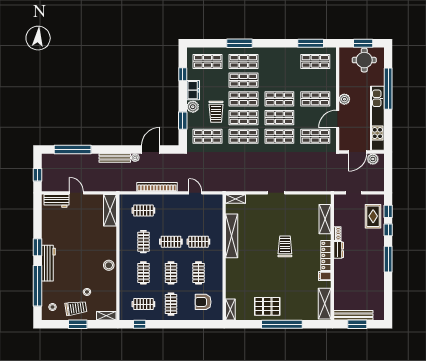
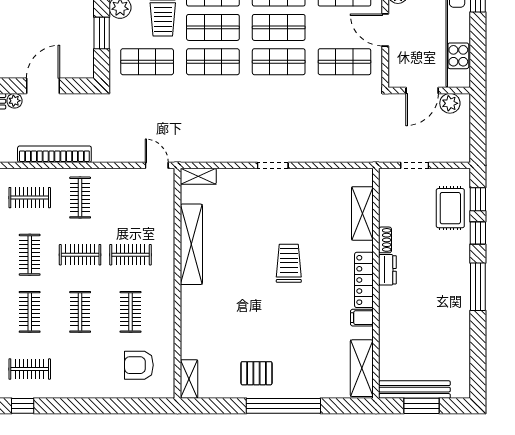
door: (338, 119) -> (385, 30), hinge flipped
door: (195, 193) -> (157, 165), moved
clothes rail: (171, 304) -> (80, 198), moved
pallet: (267, 306) -> (256, 373), width x0.67, depth x0.71

